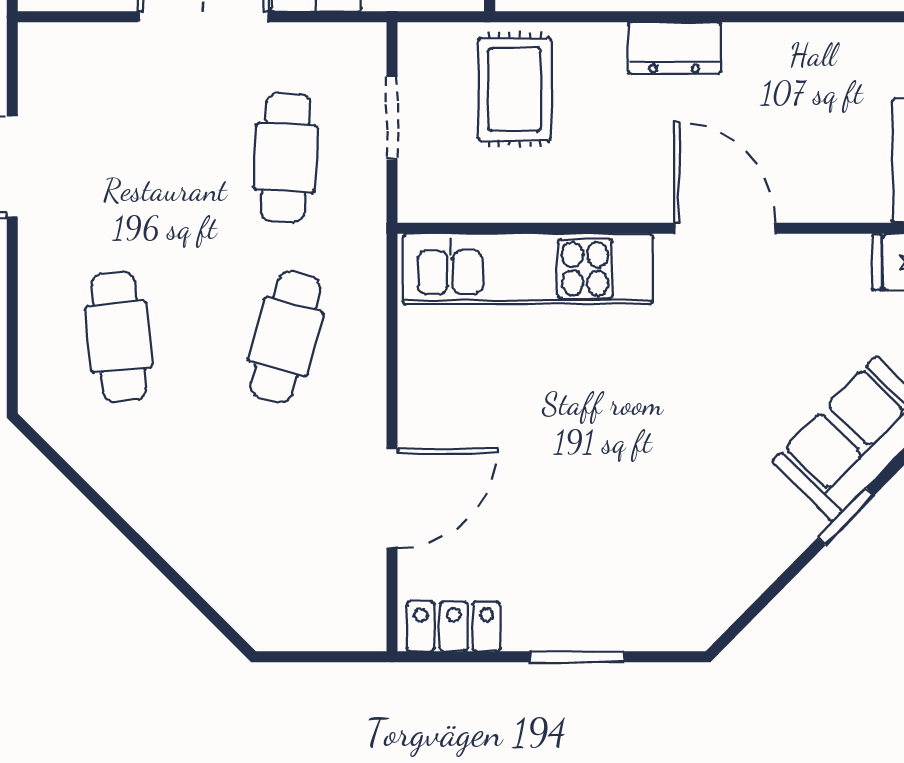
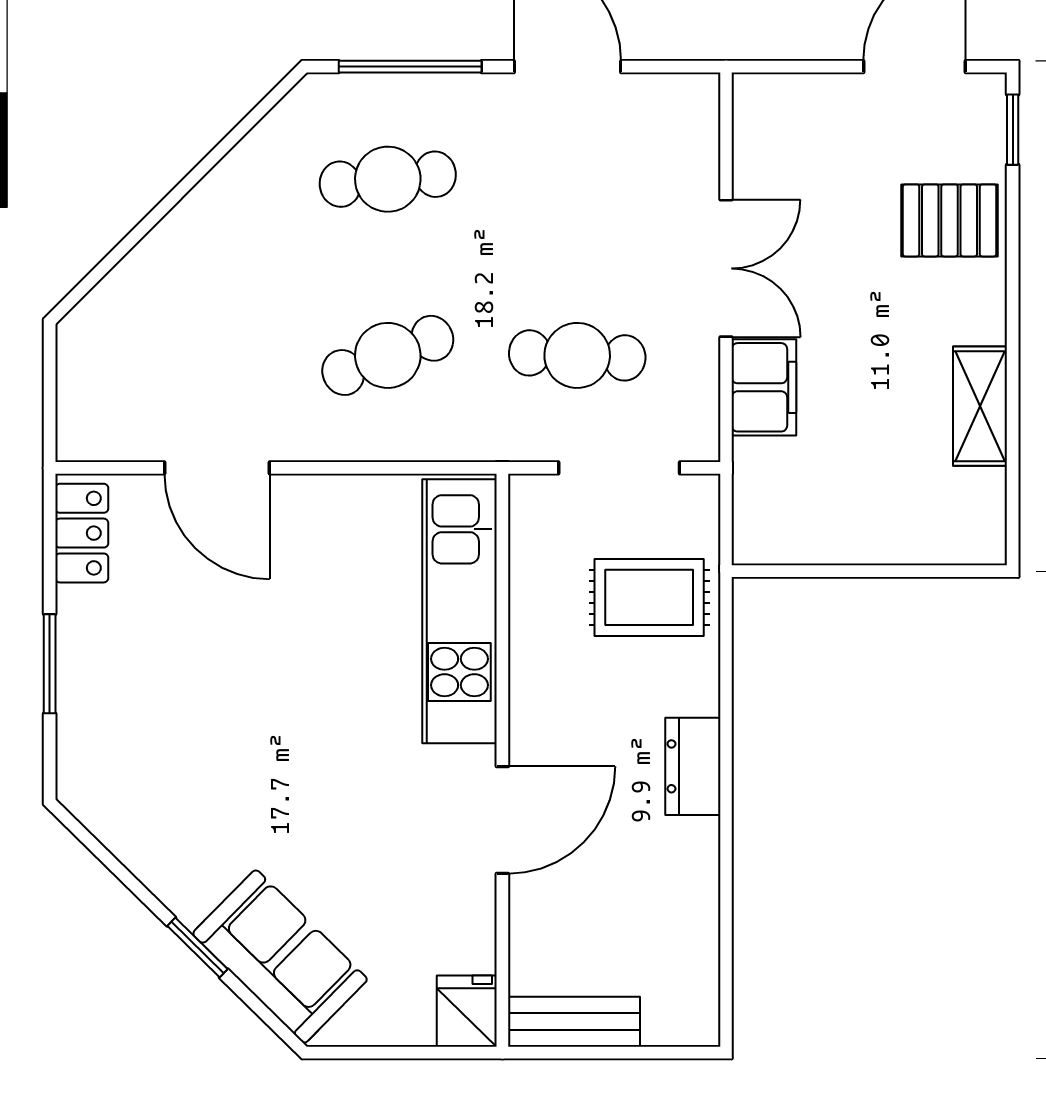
doorway: (392, 118) -> (619, 468), width x1.38
window: (12, 316) -> (410, 67), added
cafe table: (286, 337) -> (388, 355), turned -36

